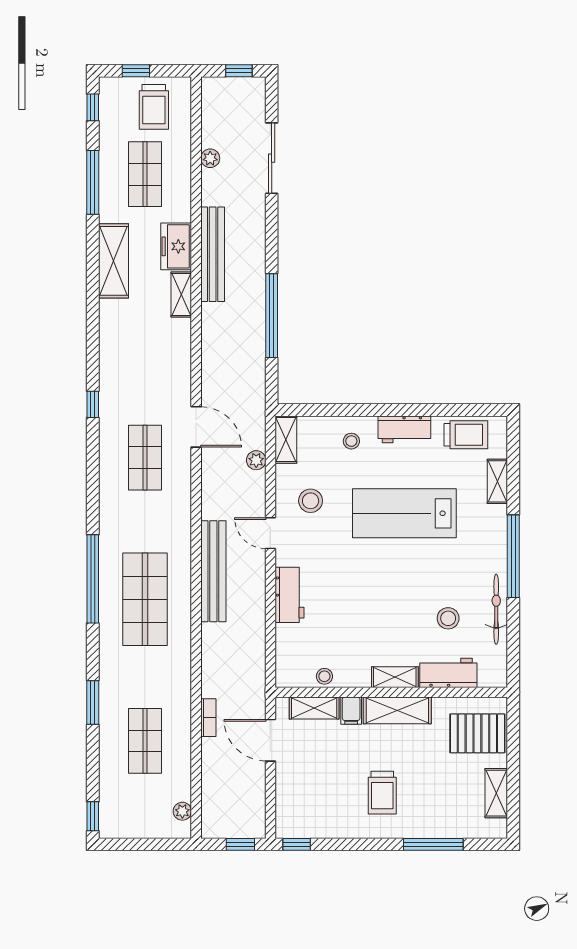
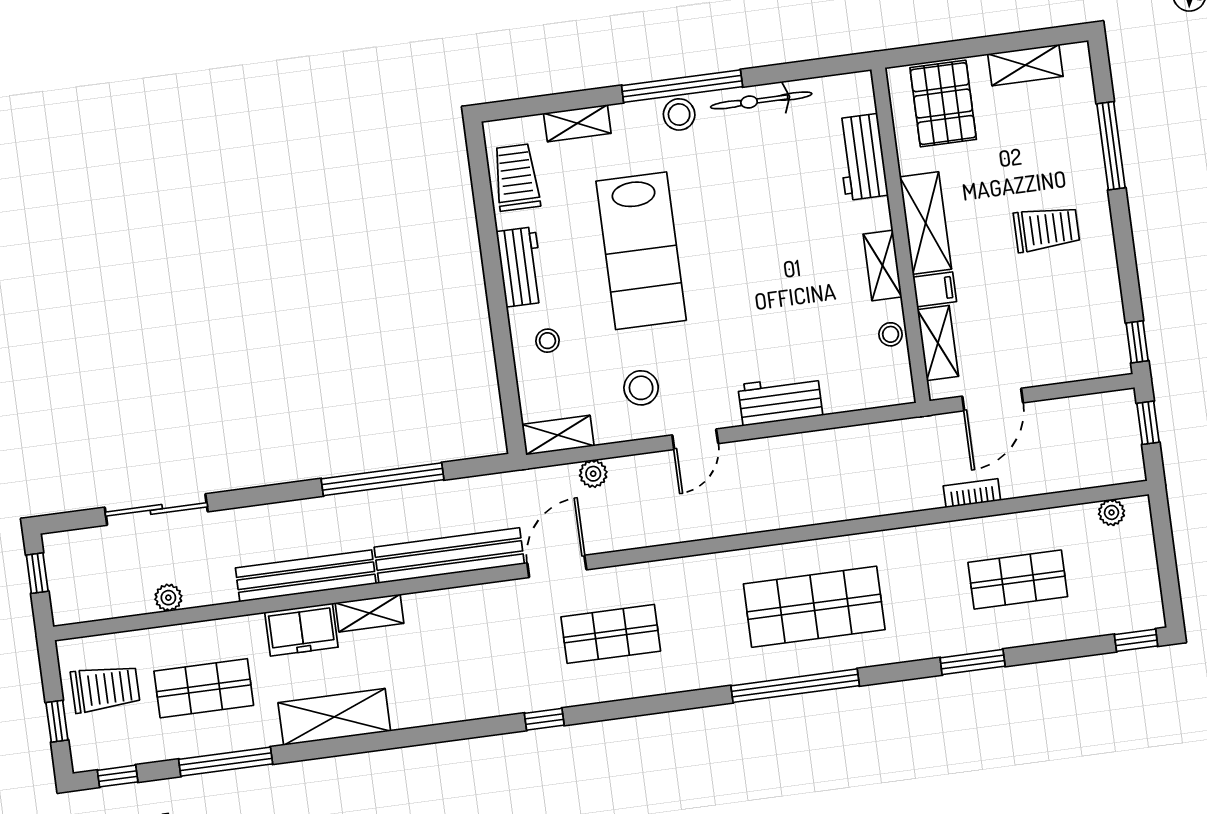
bench: (213, 571) -> (449, 556), moved
stool: (448, 618) -> (679, 114), moved
shelving: (395, 677) -> (882, 265), moved

